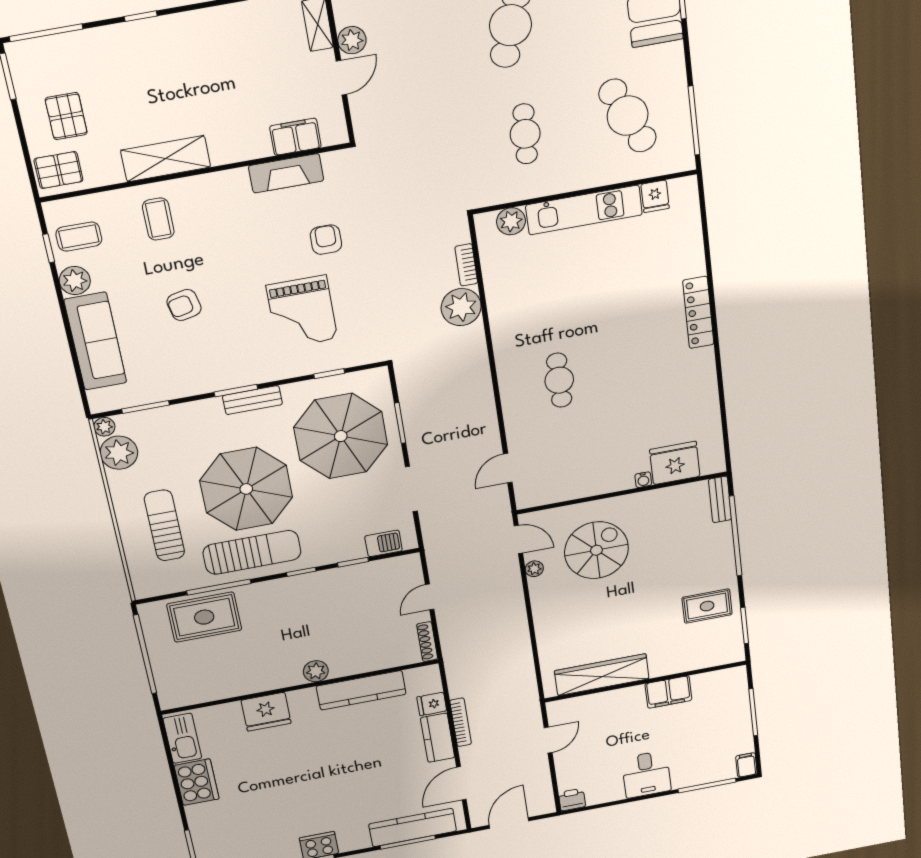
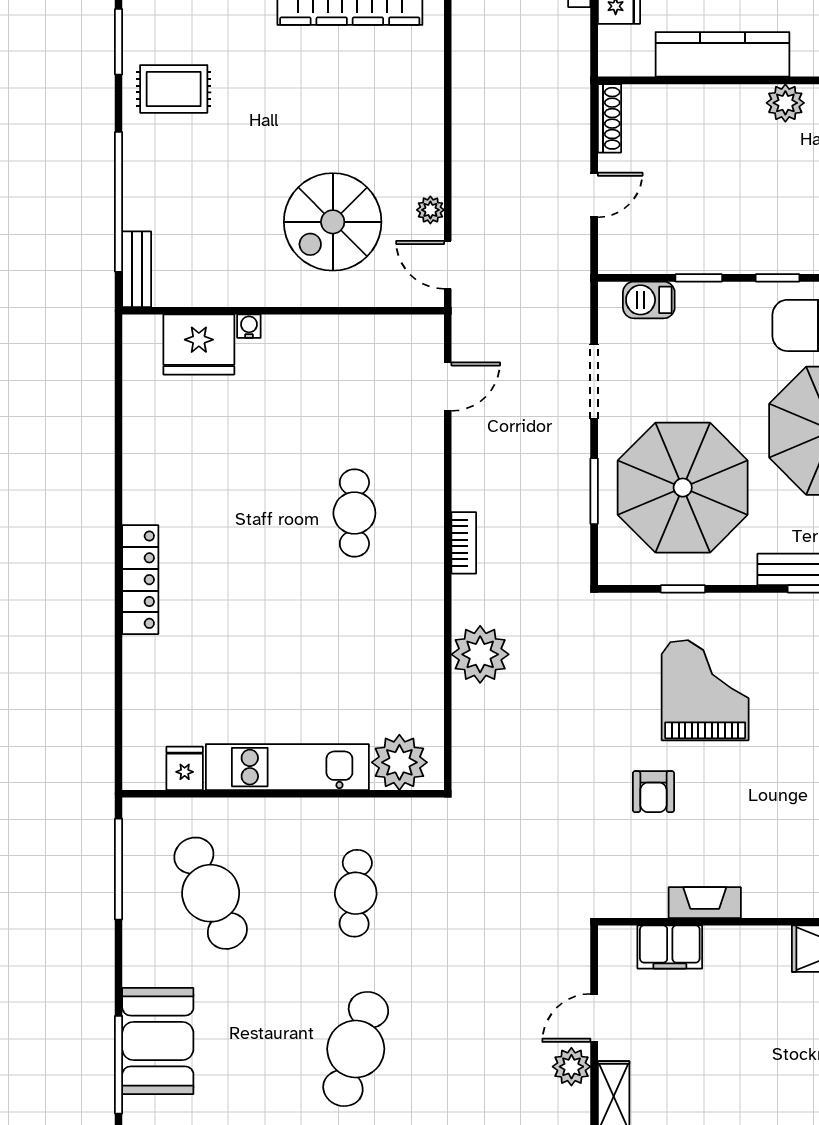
fireplace: (286, 173) -> (705, 903), width x0.73, depth x0.76
plant: (511, 221) -> (399, 762), width x1.36, depth x1.36
bookcase: (466, 265) -> (464, 543), moved

